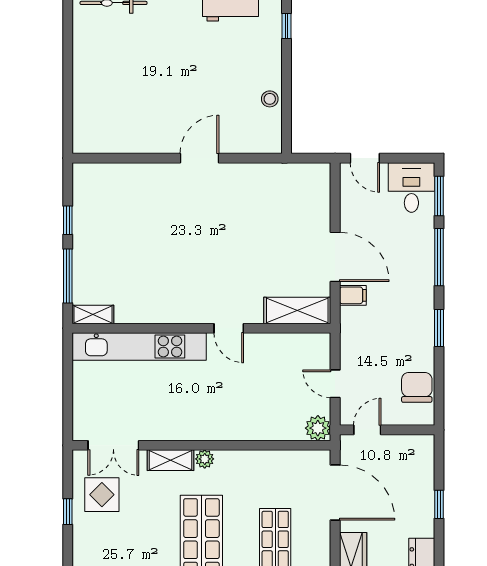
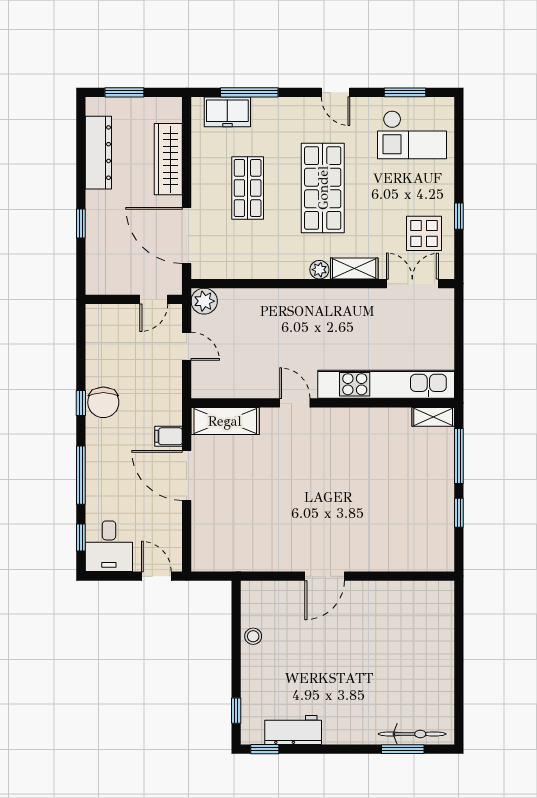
window: (439, 196) -> (81, 537), width x0.67
window: (439, 328) -> (81, 403), width x0.67
chair: (417, 387) -> (103, 402), moved

